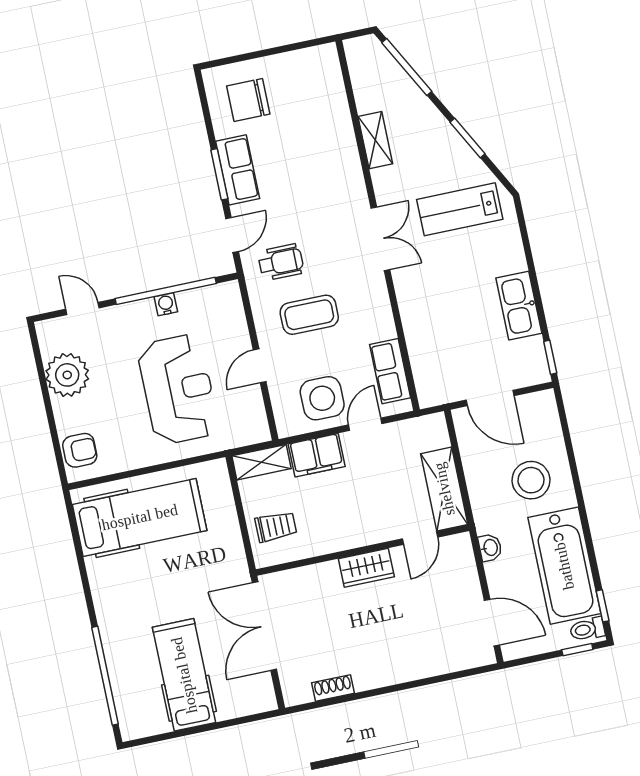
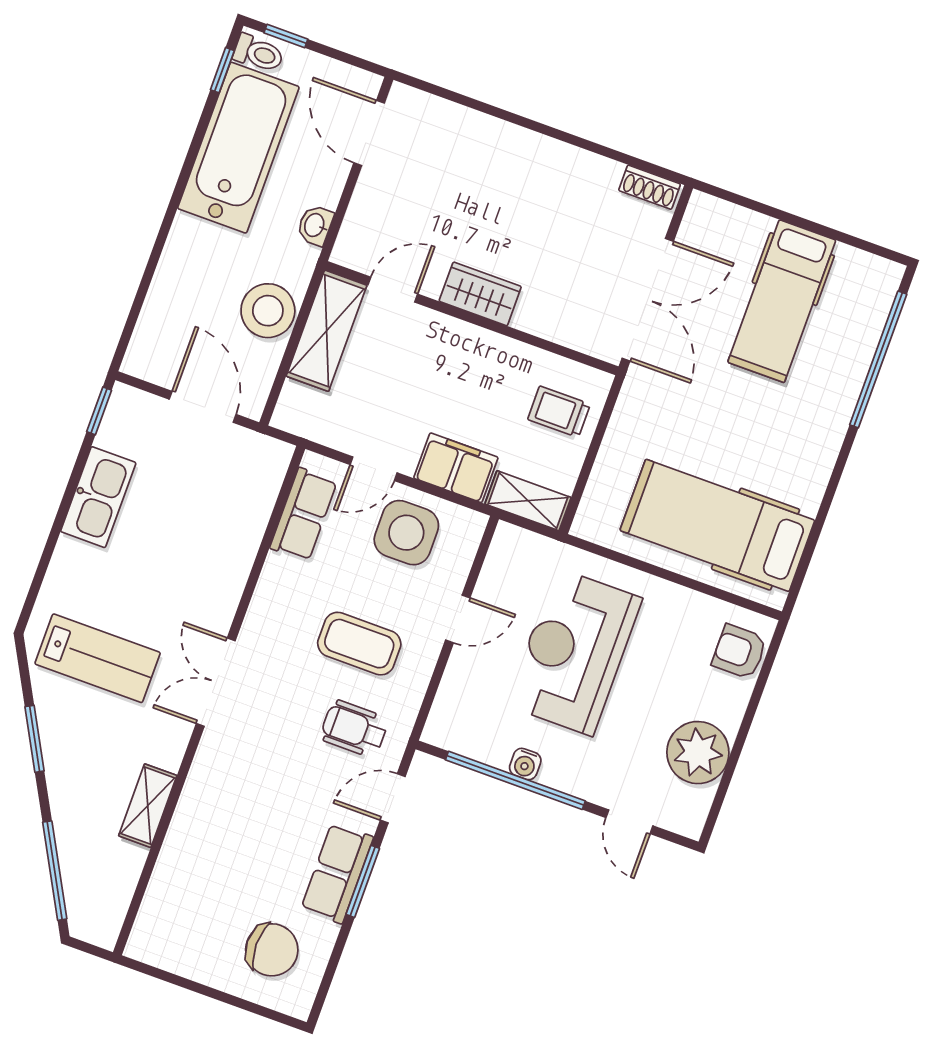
stool: (531, 480) -> (268, 311), moved
shoe rack: (333, 688) -> (650, 187), moved

